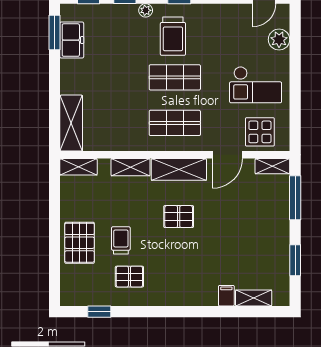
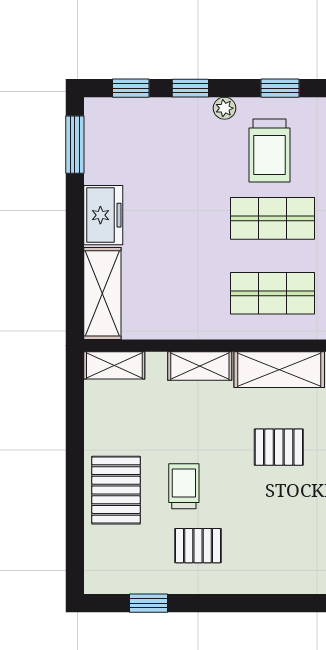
freezer: (72, 40) -> (103, 215), moved

